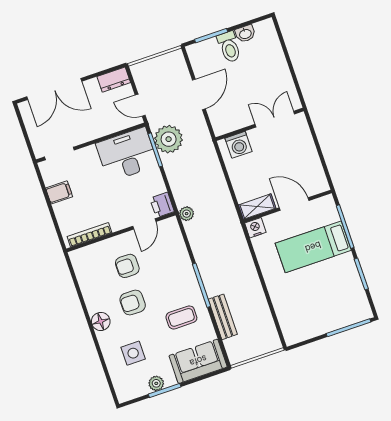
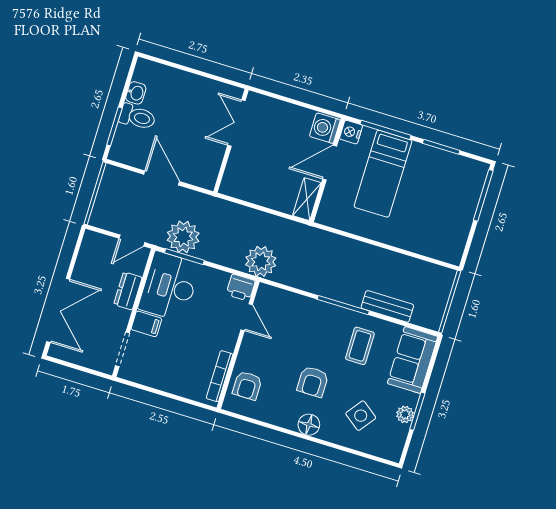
dresser: (114, 80) -> (128, 291), moved, turned 180
washing machine: (239, 145) -> (325, 128), moved, turned 180
filing cabinet: (59, 192) -> (146, 324), moved, turned 90
plant: (187, 214) -> (261, 261), width x1.87, depth x1.87
nightstand: (255, 228) -> (351, 132), moved
armchair: (127, 266) -> (247, 386), moved
side table: (133, 353) -> (361, 416), turned 37

